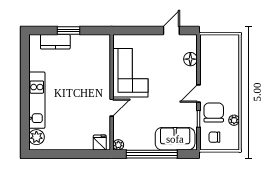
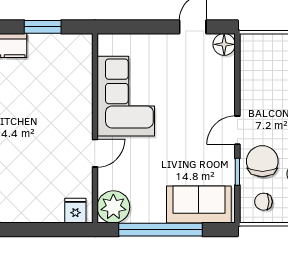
window: (68, 31) -> (43, 27), moved
floor lamp: (190, 59) -> (224, 44), moved
plant: (118, 145) -> (113, 207), width x1.87, depth x1.87

